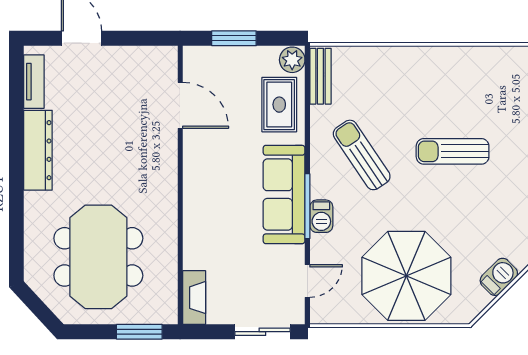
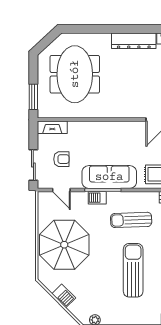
sun lounger: (453, 151) -> (133, 270), width x1.36, depth x1.34
sun lounger: (362, 155) -> (131, 220), turned -148
meeting table: (98, 257) -> (75, 74), turned 90
armchair: (252, 281) -> (61, 159), added

